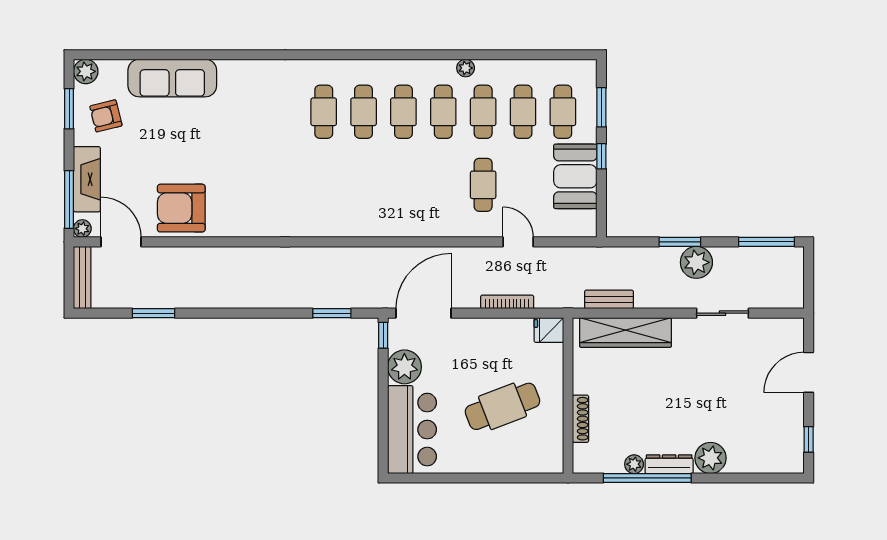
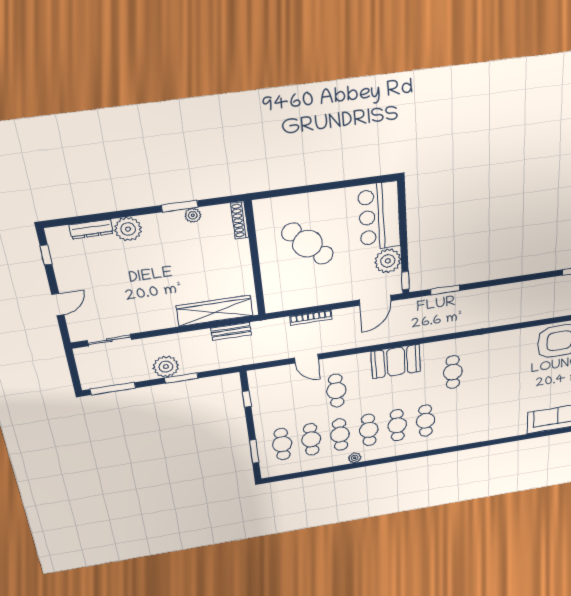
cafe table: (324, 112) -> (453, 372), moved
window: (601, 156) -> (247, 399), moved
booth: (575, 176) -> (396, 362), moved, turned 90
door: (423, 313) -> (375, 300), width x0.73
sliding door: (723, 313) -> (109, 340), moved
fridge: (549, 330) -> (276, 303), removed
door: (809, 372) -> (58, 305), width x0.73
cafe table: (502, 406) -> (308, 244), turned 67
shoe rack: (581, 419) -> (240, 220), moved
dresser: (669, 464) -> (91, 229), moved
window: (647, 478) -> (180, 206), width x0.47

